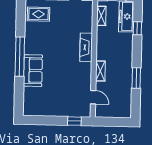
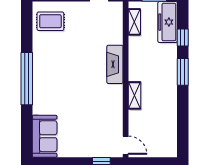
sofa: (33, 71) -> (45, 136), moved
window: (136, 78) -> (183, 72), moved
door: (93, 97) -> (126, 145), moved

